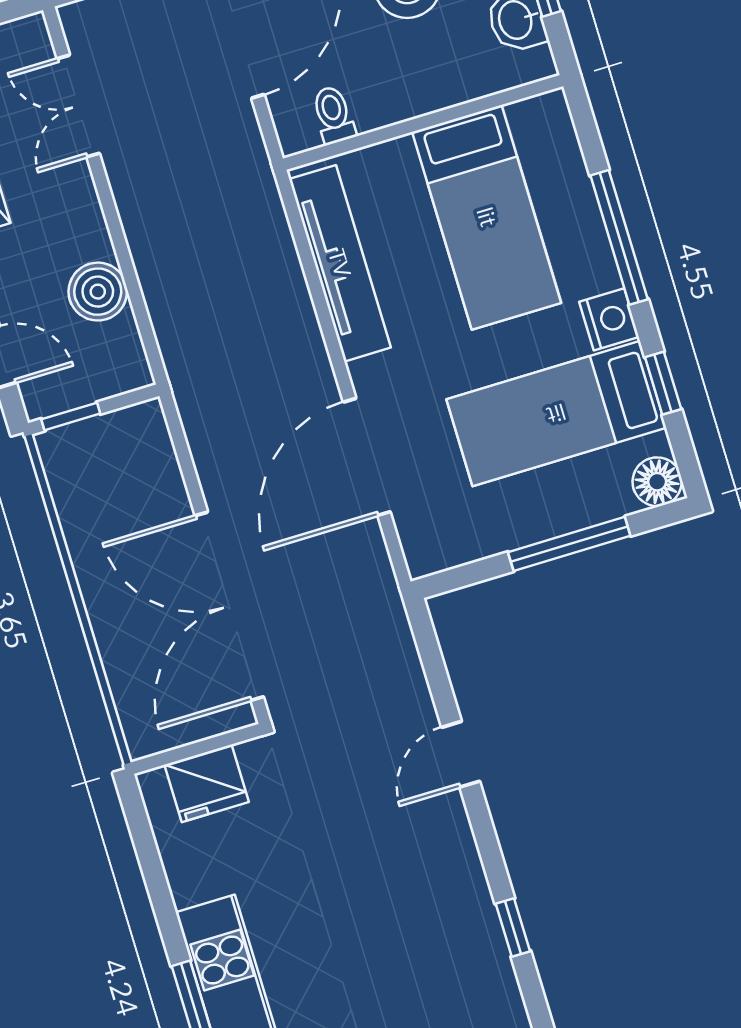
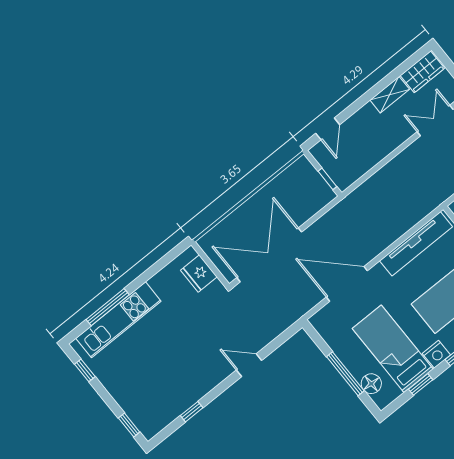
boiler: (98, 292) -> (368, 157), removed
window: (71, 416) -> (327, 179), moved
floor lamp: (657, 482) -> (371, 384), moved

